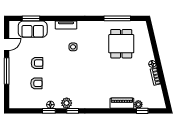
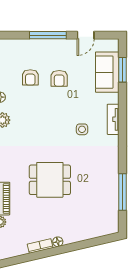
door: (7, 44) -> (86, 35), hinge flipped
dining table: (121, 44) -> (50, 180), moved

